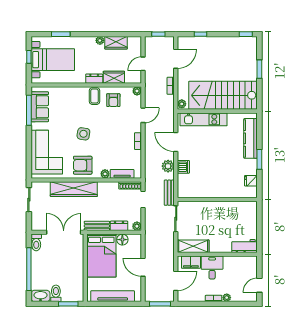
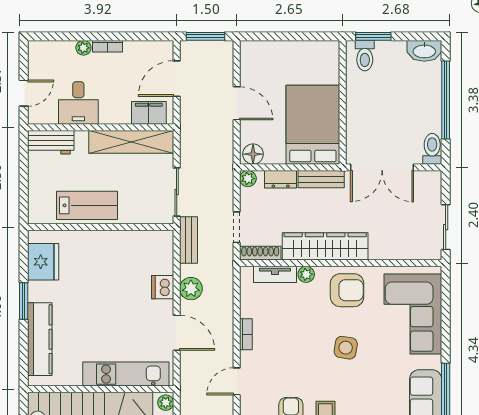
fridge: (251, 181) -> (43, 262), width x1.88, depth x1.34
wardrobe: (74, 189) -> (325, 246), moved
lab bench: (225, 212) -> (87, 205), added
floor lamp: (122, 240) -> (253, 154), moved
shelving: (193, 246) -> (131, 142), width x1.47
desk: (212, 267) -> (78, 103), moved
door: (259, 285) -> (24, 93), moved
toilet: (56, 293) -> (365, 56), moved
tv unit: (113, 296) -> (292, 50), removed

